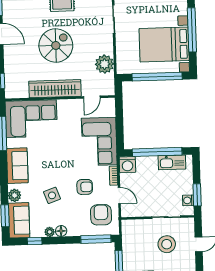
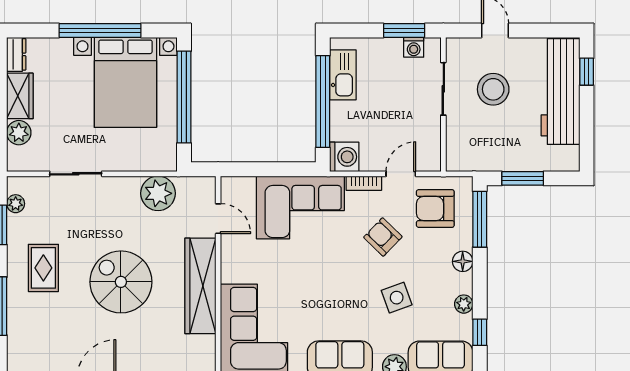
armchair: (85, 187) -> (383, 237), turned -46
floor lamp: (61, 231) -> (463, 261), moved

